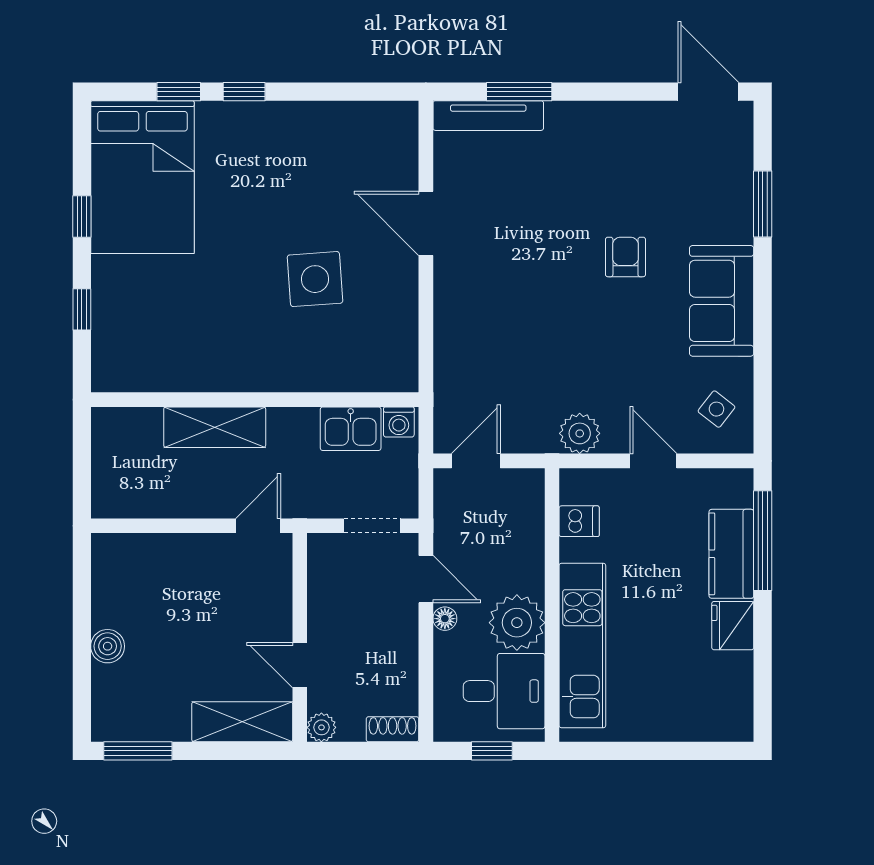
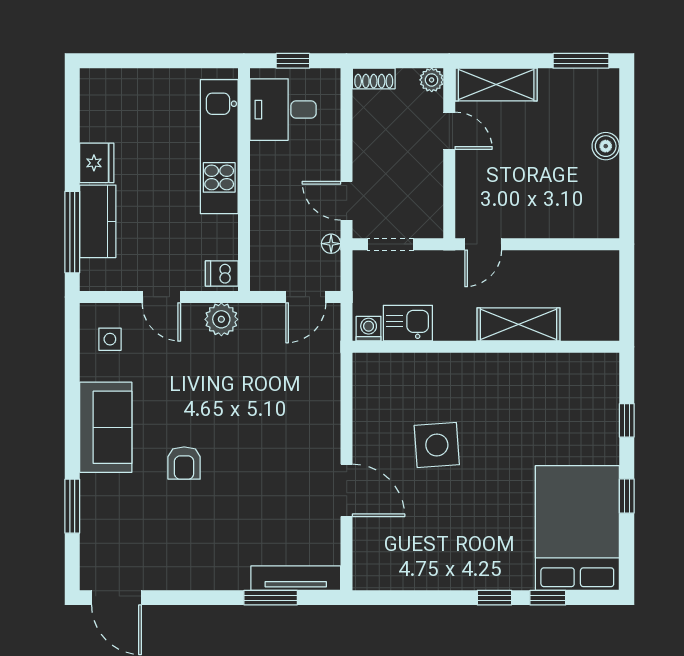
side table: (716, 409) -> (110, 339), turned -38
dishwasher: (579, 521) -> (222, 273), moved
floor lamp: (445, 619) -> (331, 244), moved
plant: (517, 623) -> (272, 165), removed

